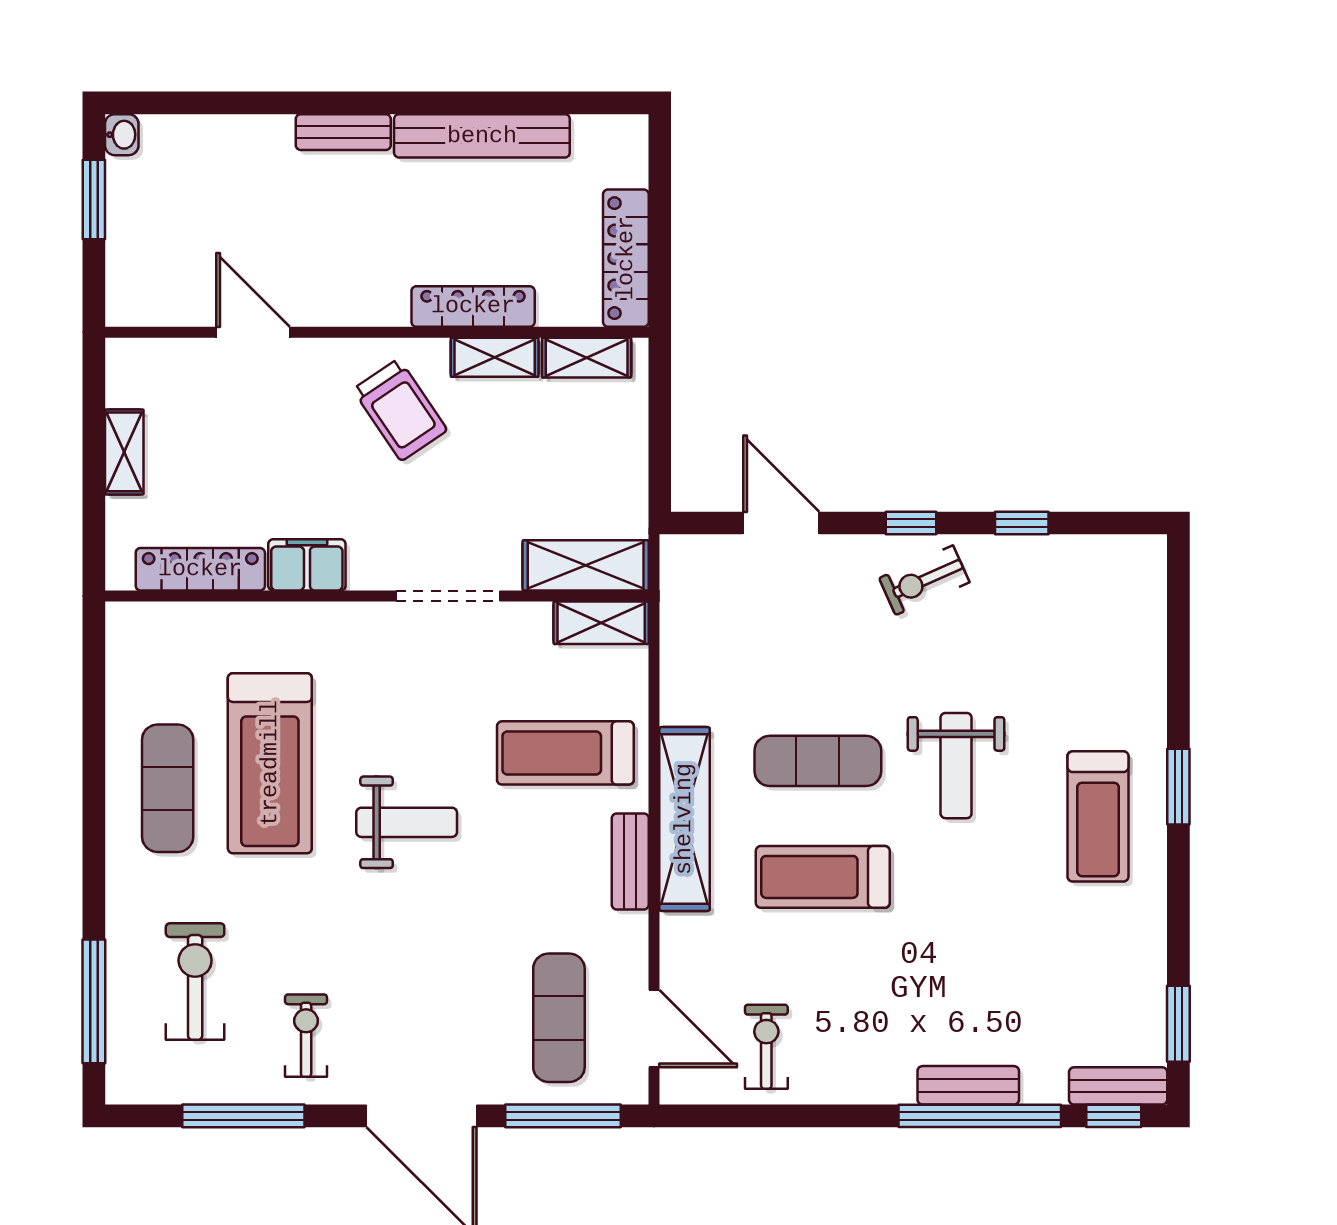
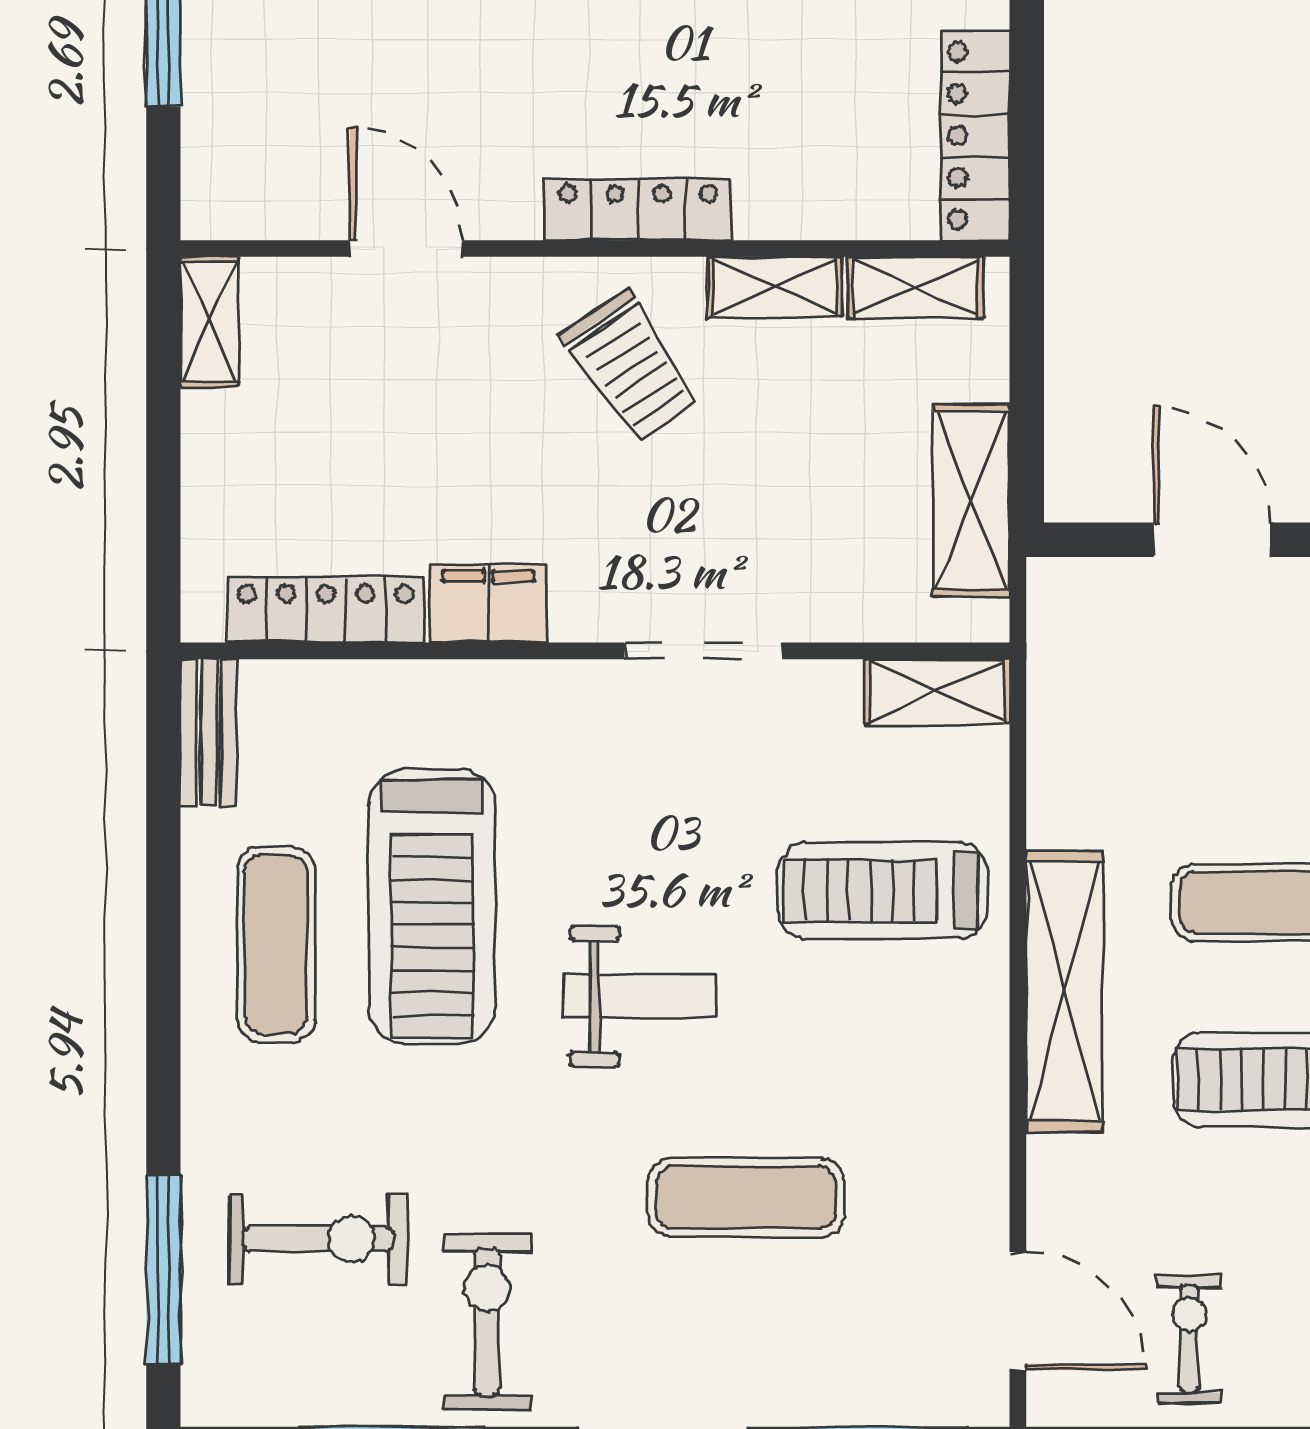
locker: (473, 306) -> (638, 209), moved
shelving: (124, 452) -> (210, 322), moved
shelving: (586, 565) -> (971, 501), moved, turned 90
bench: (630, 861) -> (209, 733), moved
exercise bike: (195, 981) -> (318, 1239), turned 90
exercise mat: (559, 1018) -> (746, 1198), moved, turned 90
exercise bike: (306, 1036) -> (487, 1322), width x1.38, depth x1.39

